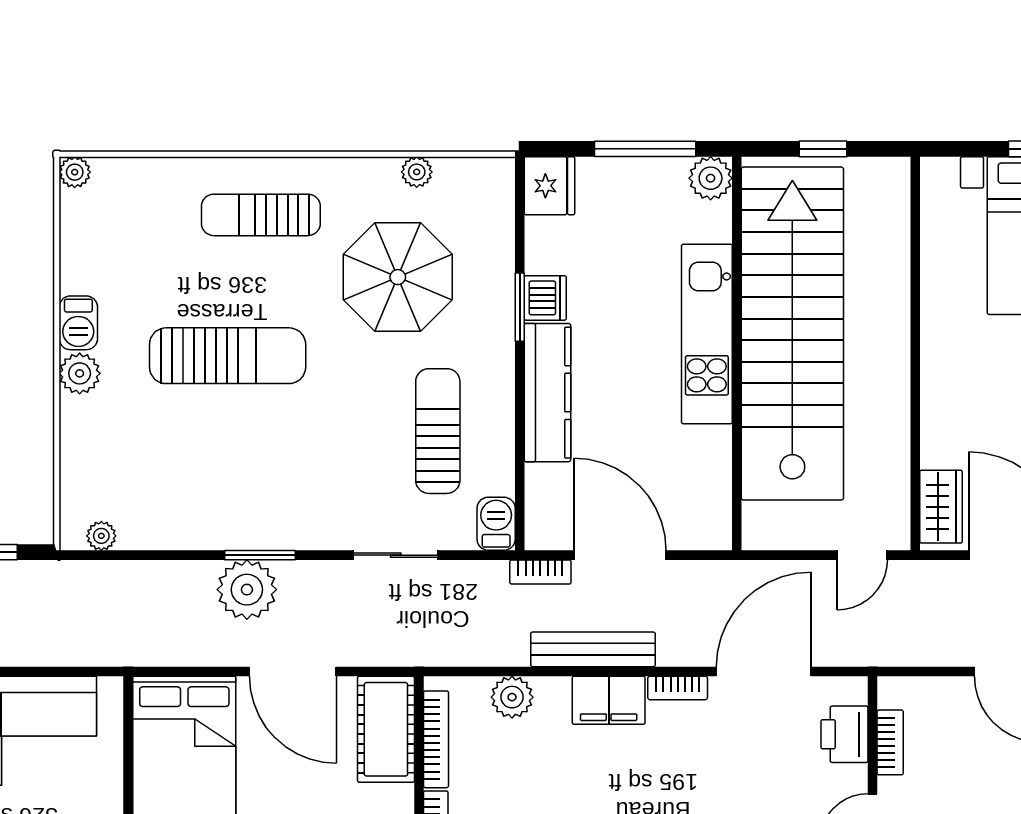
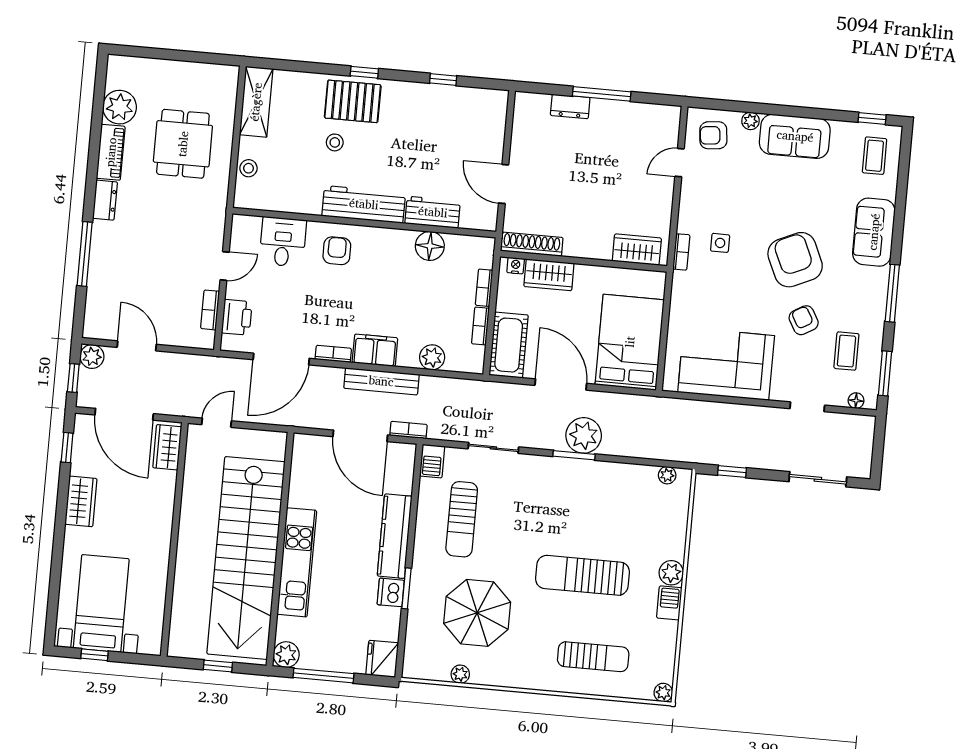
sun lounger: (261, 215) -> (593, 657), moved
bookcase: (436, 739) -> (480, 326), width x0.64

